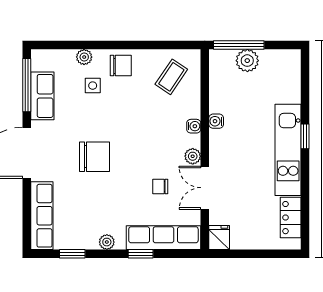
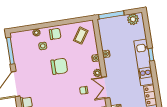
plant: (247, 61) -> (133, 19), moved
row of seats: (42, 96) -> (19, 55), removed
chair: (94, 157) -> (59, 66), moved

